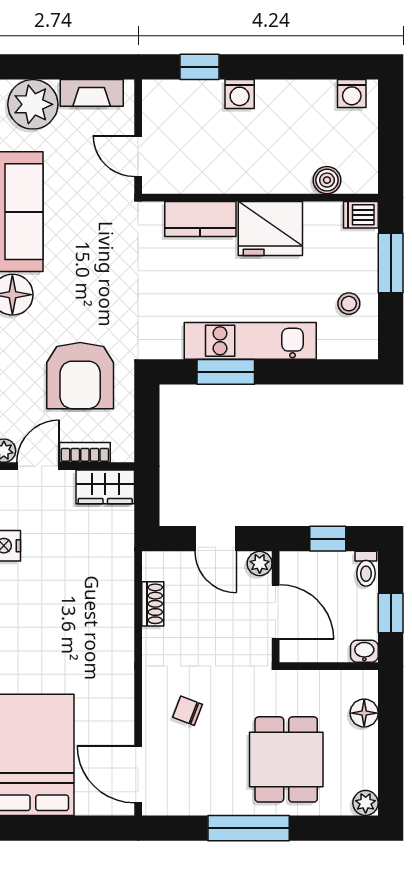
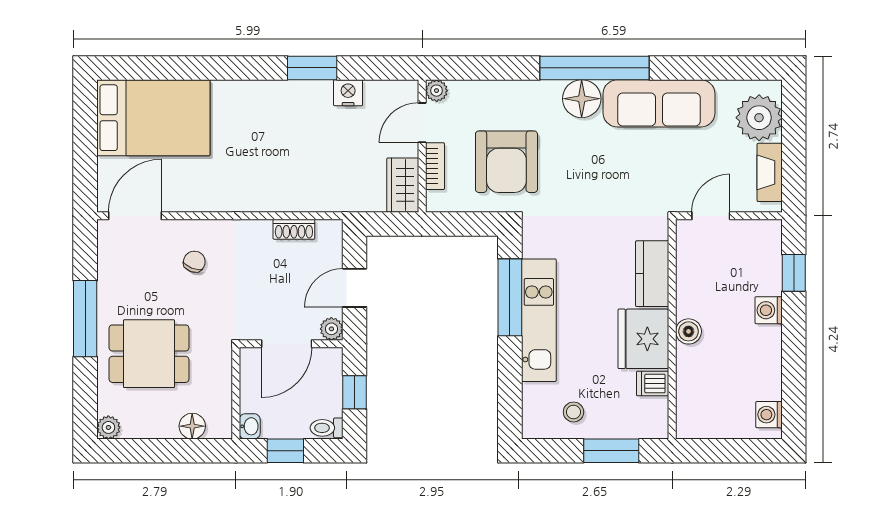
boiler: (327, 180) -> (689, 331), moved
dishwasher: (361, 215) -> (653, 384), moved, turned -90
window: (226, 372) -> (510, 297), width x1.44
armchair: (80, 376) -> (506, 162), turned -90
door: (38, 466) -> (422, 123), swing flipped

